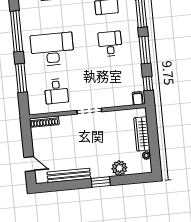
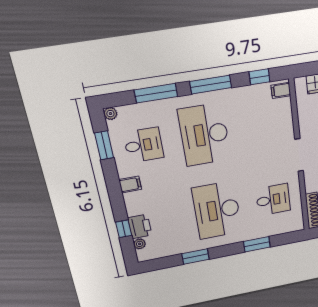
window: (17, 31) -> (196, 256), width x0.47
desk: (110, 44) -> (205, 135), width x1.87, depth x1.30
window: (21, 78) -> (257, 244), width x0.69

